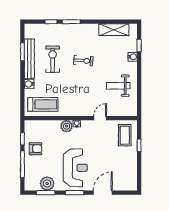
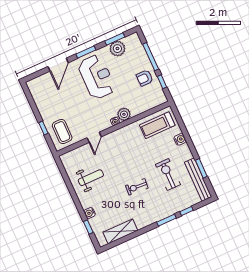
bench: (29, 59) -> (198, 180), moved
exercise bike: (53, 59) -> (168, 174), turned 180
reception desk: (75, 168) -> (97, 77), turned 180

